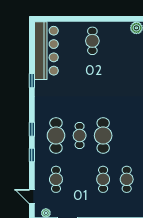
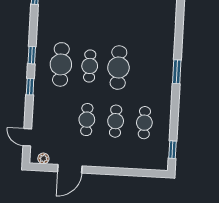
cafe table: (56, 179) -> (87, 120), moved

